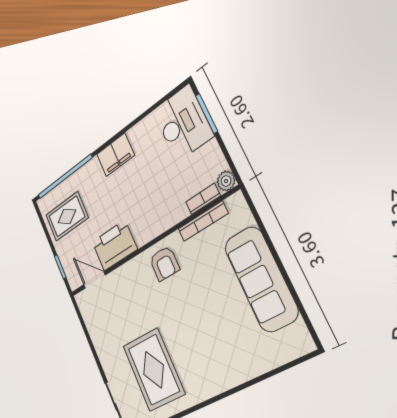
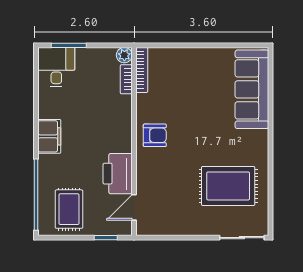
desk: (183, 123) -> (56, 67), width x0.73
bookcase: (203, 221) -> (142, 70), moved
sofa: (261, 279) -> (252, 89), moved, turned 90

